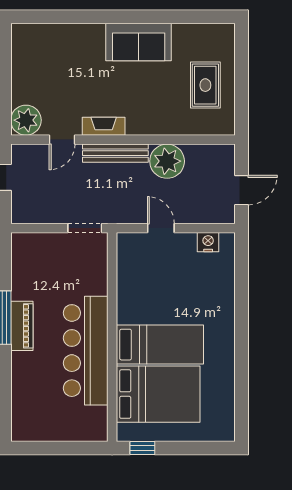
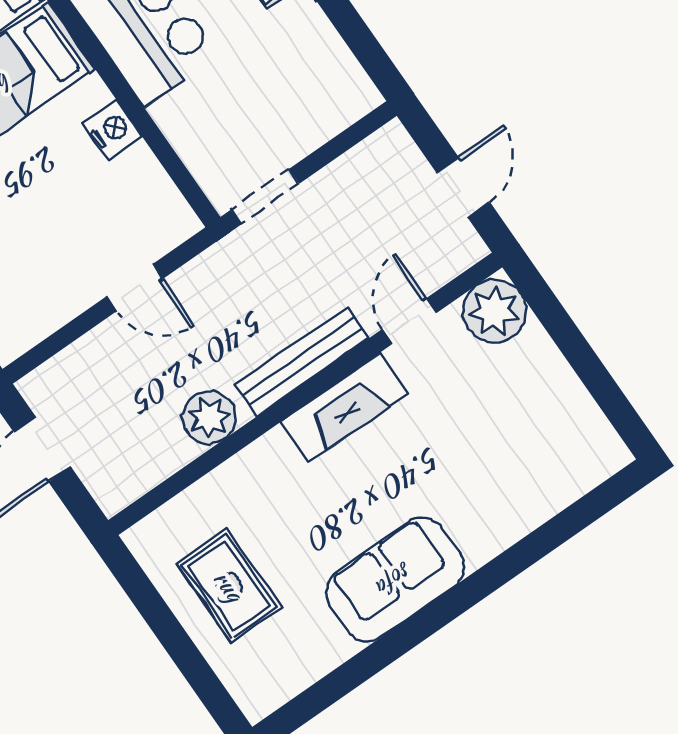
fireplace: (104, 126) -> (344, 408), width x1.37, depth x1.32
plant: (167, 161) -> (209, 417), width x0.73, depth x0.73
nightstand: (208, 242) -> (112, 129), moved, turned -90

